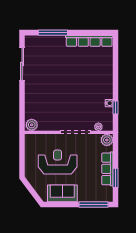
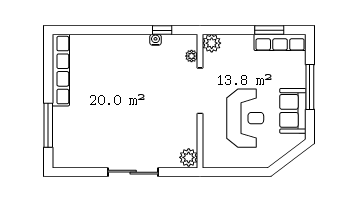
sliding door: (22, 64) -> (133, 172), moved
reception desk: (58, 162) -> (245, 118), turned 180
row of seats: (107, 169) -> (280, 42), moved
window: (93, 205) -> (310, 87), moved

